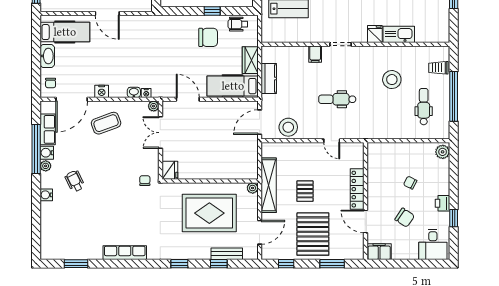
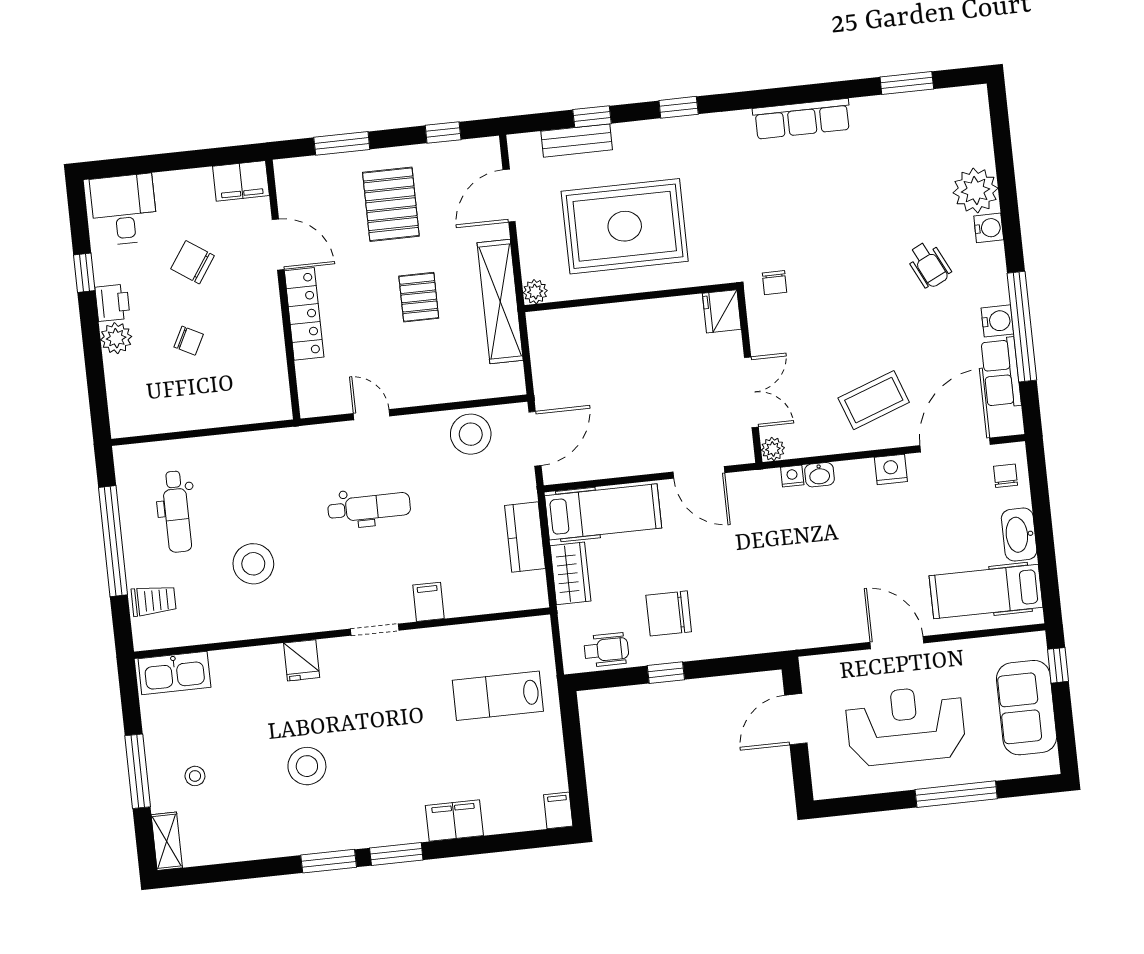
kitchen sink: (399, 34) -> (174, 673), moved
plant: (443, 152) -> (116, 338), moved
plant: (46, 166) -> (975, 190), moved, width x1.87, depth x1.87
pallet: (313, 234) -> (391, 204), width x0.73, depth x0.71

